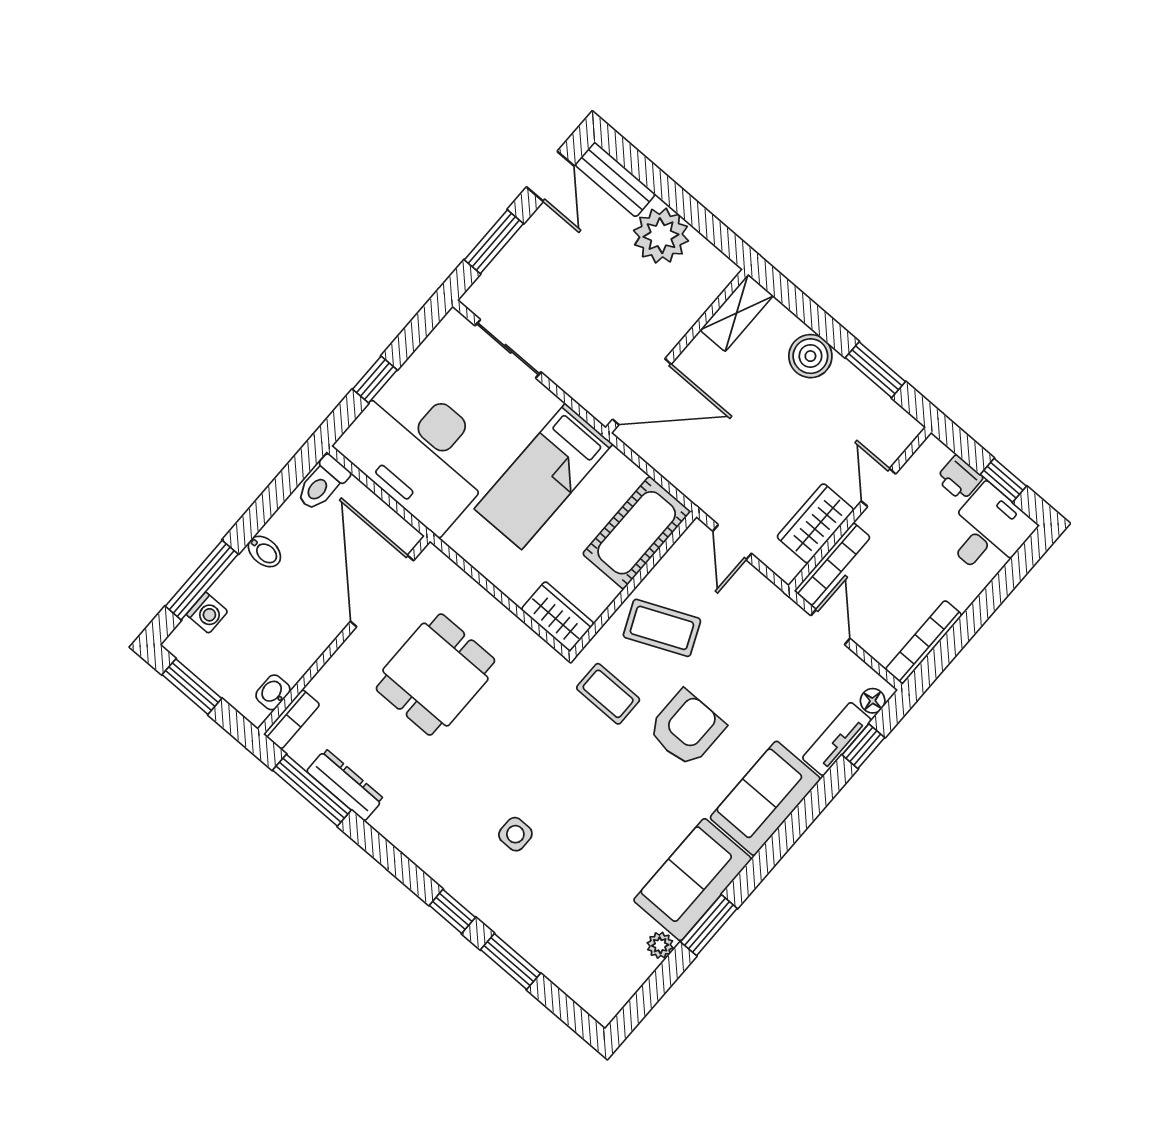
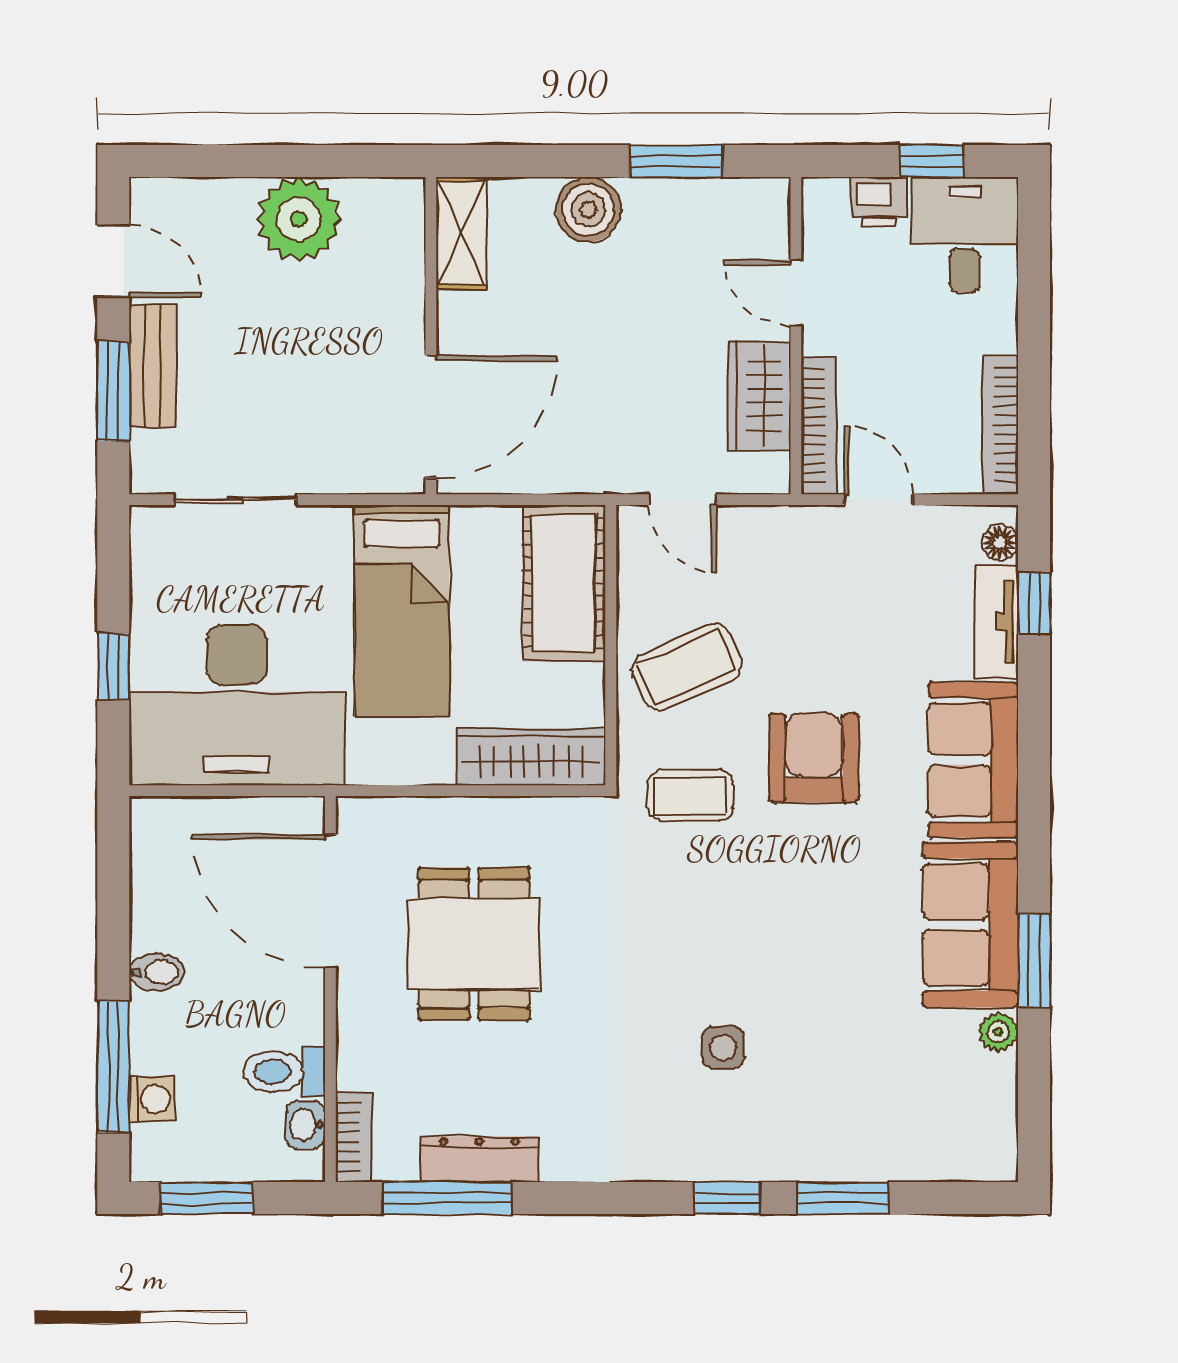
bench: (615, 179) -> (153, 366), moved, turned 90
toilet: (322, 483) -> (284, 1072), moved, turned 90
wardrobe: (558, 616) -> (532, 757), width x1.50

